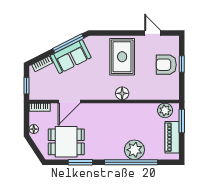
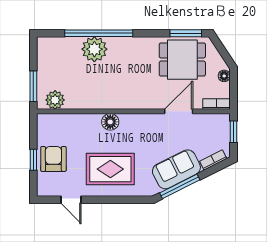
rug: (122, 57) -> (110, 169), turned 90
armchair: (166, 65) -> (53, 159), turned -90
piano: (172, 137) -> (46, 65), removed
window: (80, 162) -> (186, 33), moved

